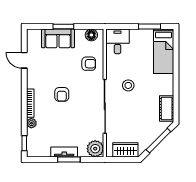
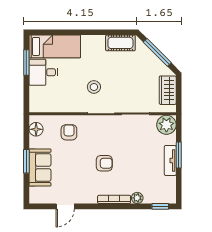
desk: (118, 41) -> (43, 72), moved

